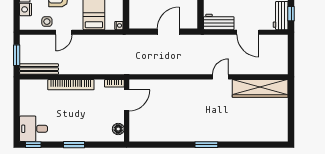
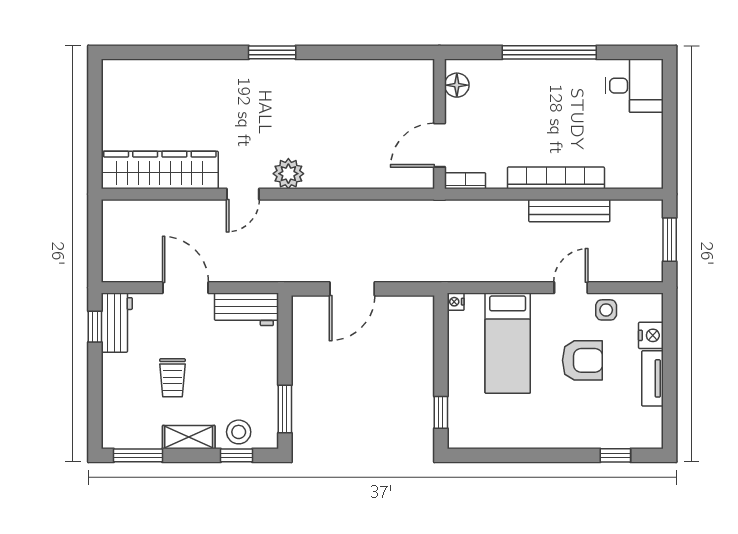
bench: (39, 69) -> (569, 211), moved
plant: (199, 87) -> (288, 174), added
window: (33, 145) -> (635, 52), removed
window: (74, 145) -> (549, 52), width x2.11

